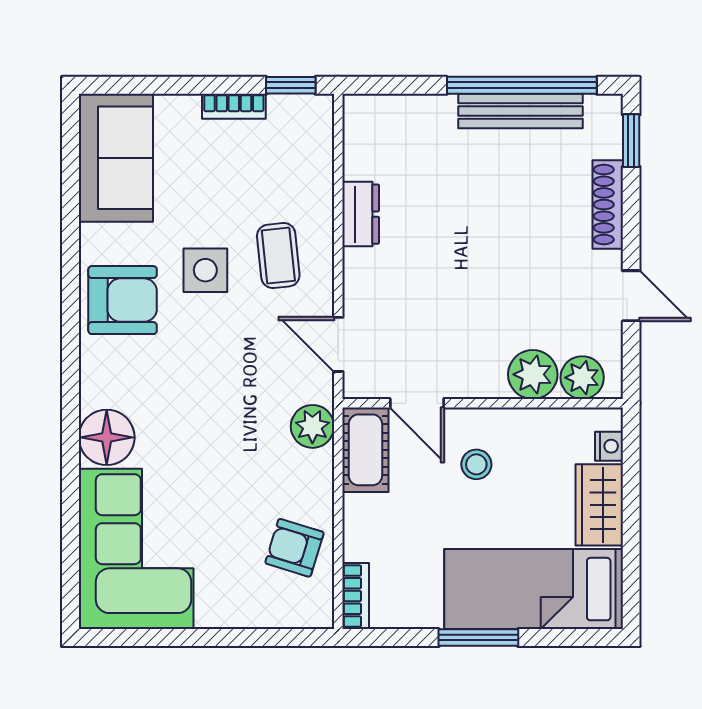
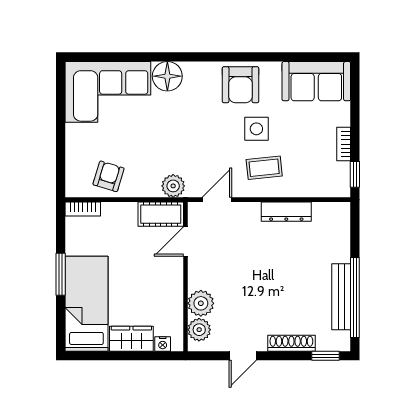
dresser: (361, 214) -> (286, 212), width x1.44
stool: (476, 464) -> (153, 273), removed

